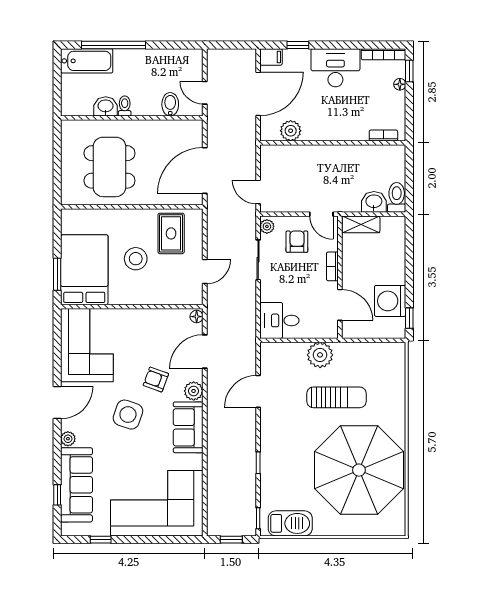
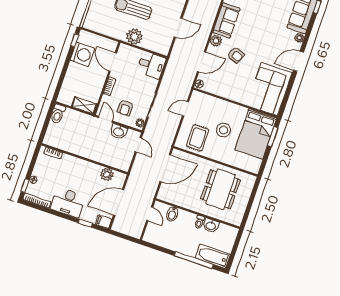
washbasin: (374, 202) -> (119, 132), moved
side table: (128, 415) -> (259, 40), removed

